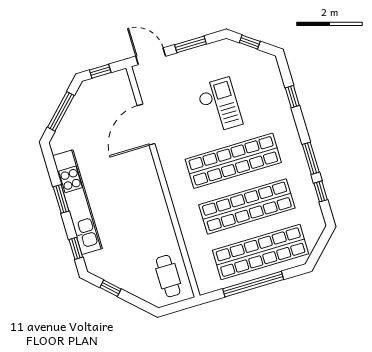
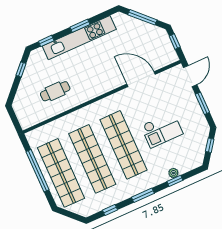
plant: (281, 97) -> (173, 173), added
window: (311, 158) -> (143, 195), moved
cafe table: (168, 276) -> (55, 91), moved

